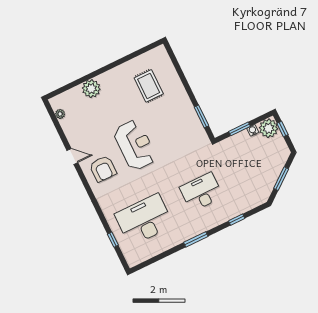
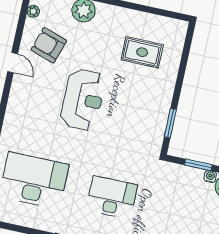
rug: (149, 86) -> (142, 52), turned 90
armchair: (103, 169) -> (49, 45), moved, turned 108

